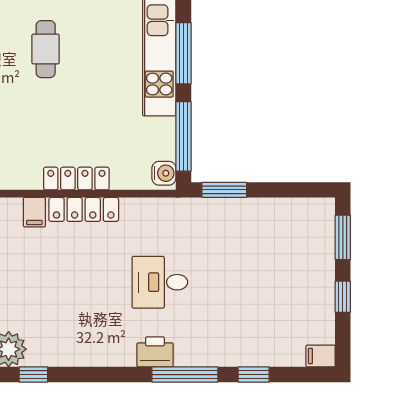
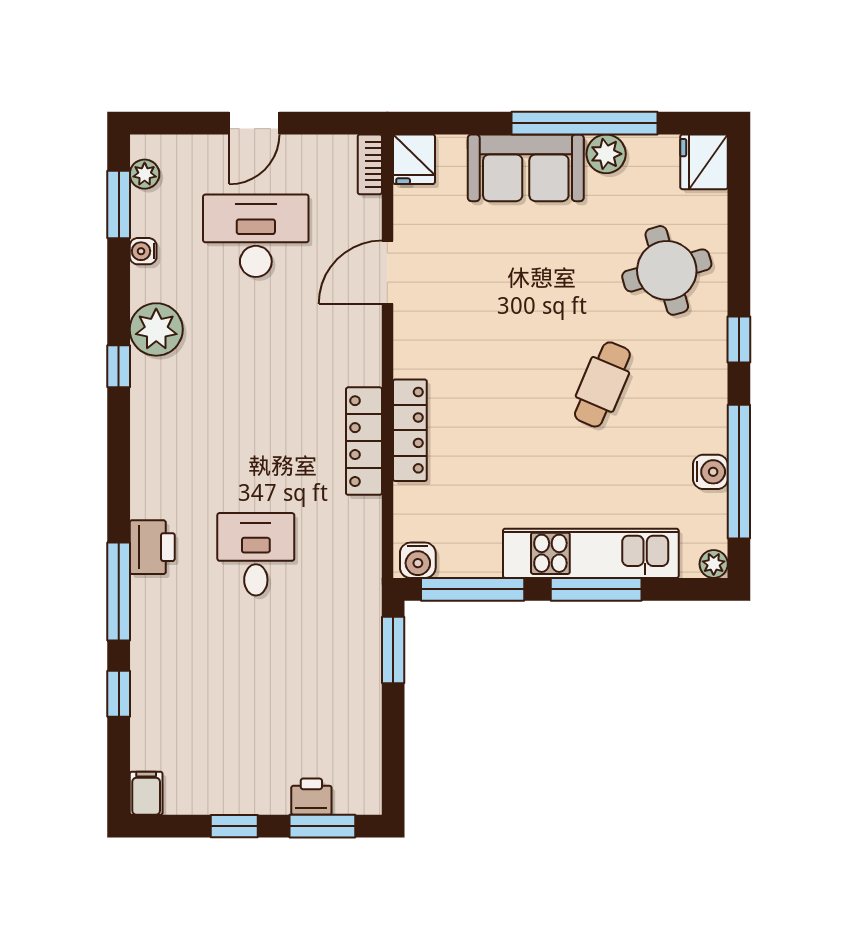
cafe table: (46, 49) -> (602, 384), turned -67
filing cabinet: (34, 212) -> (360, 368), removed
printer: (323, 245) -> (311, 797), added

